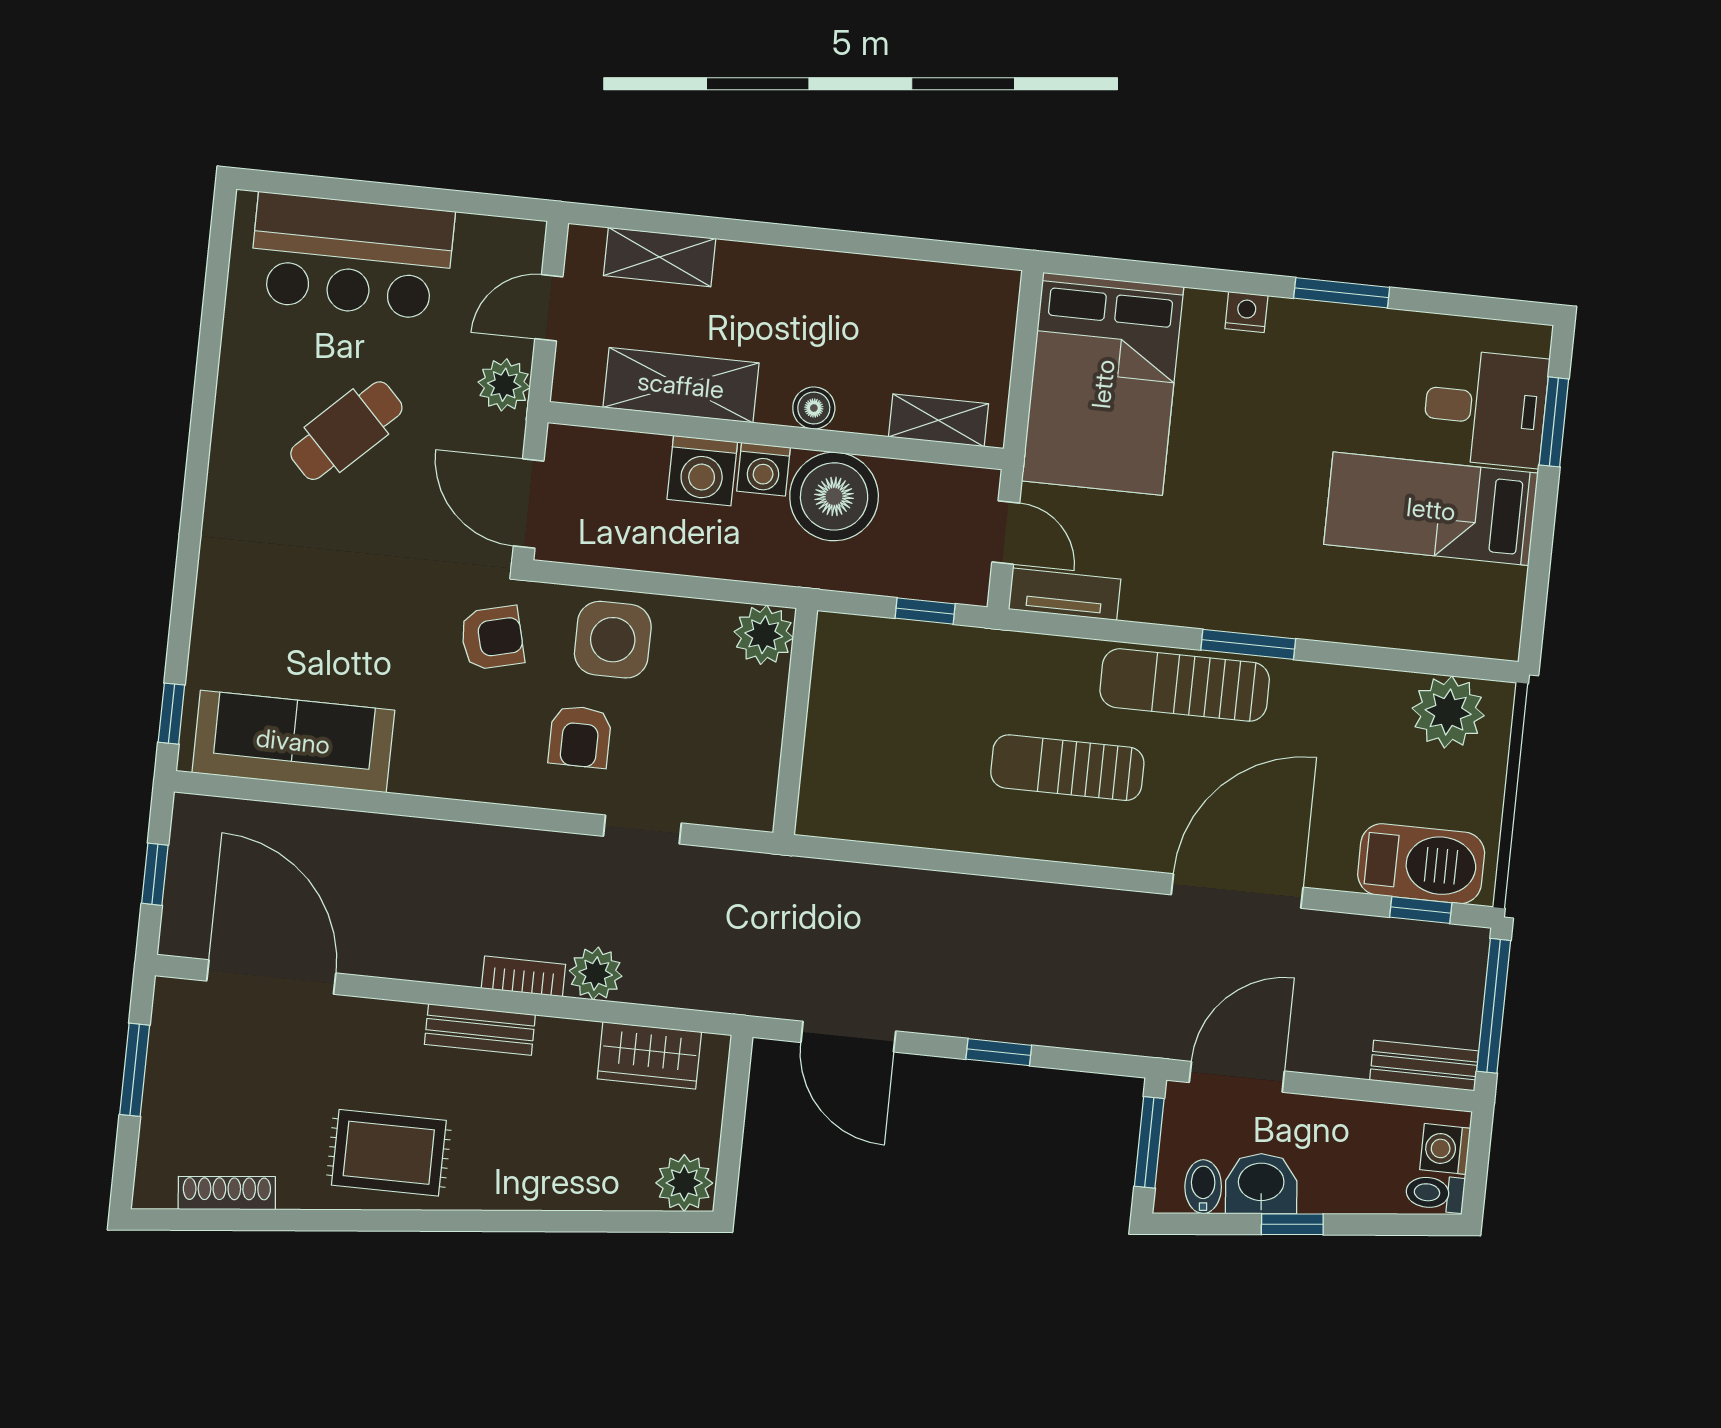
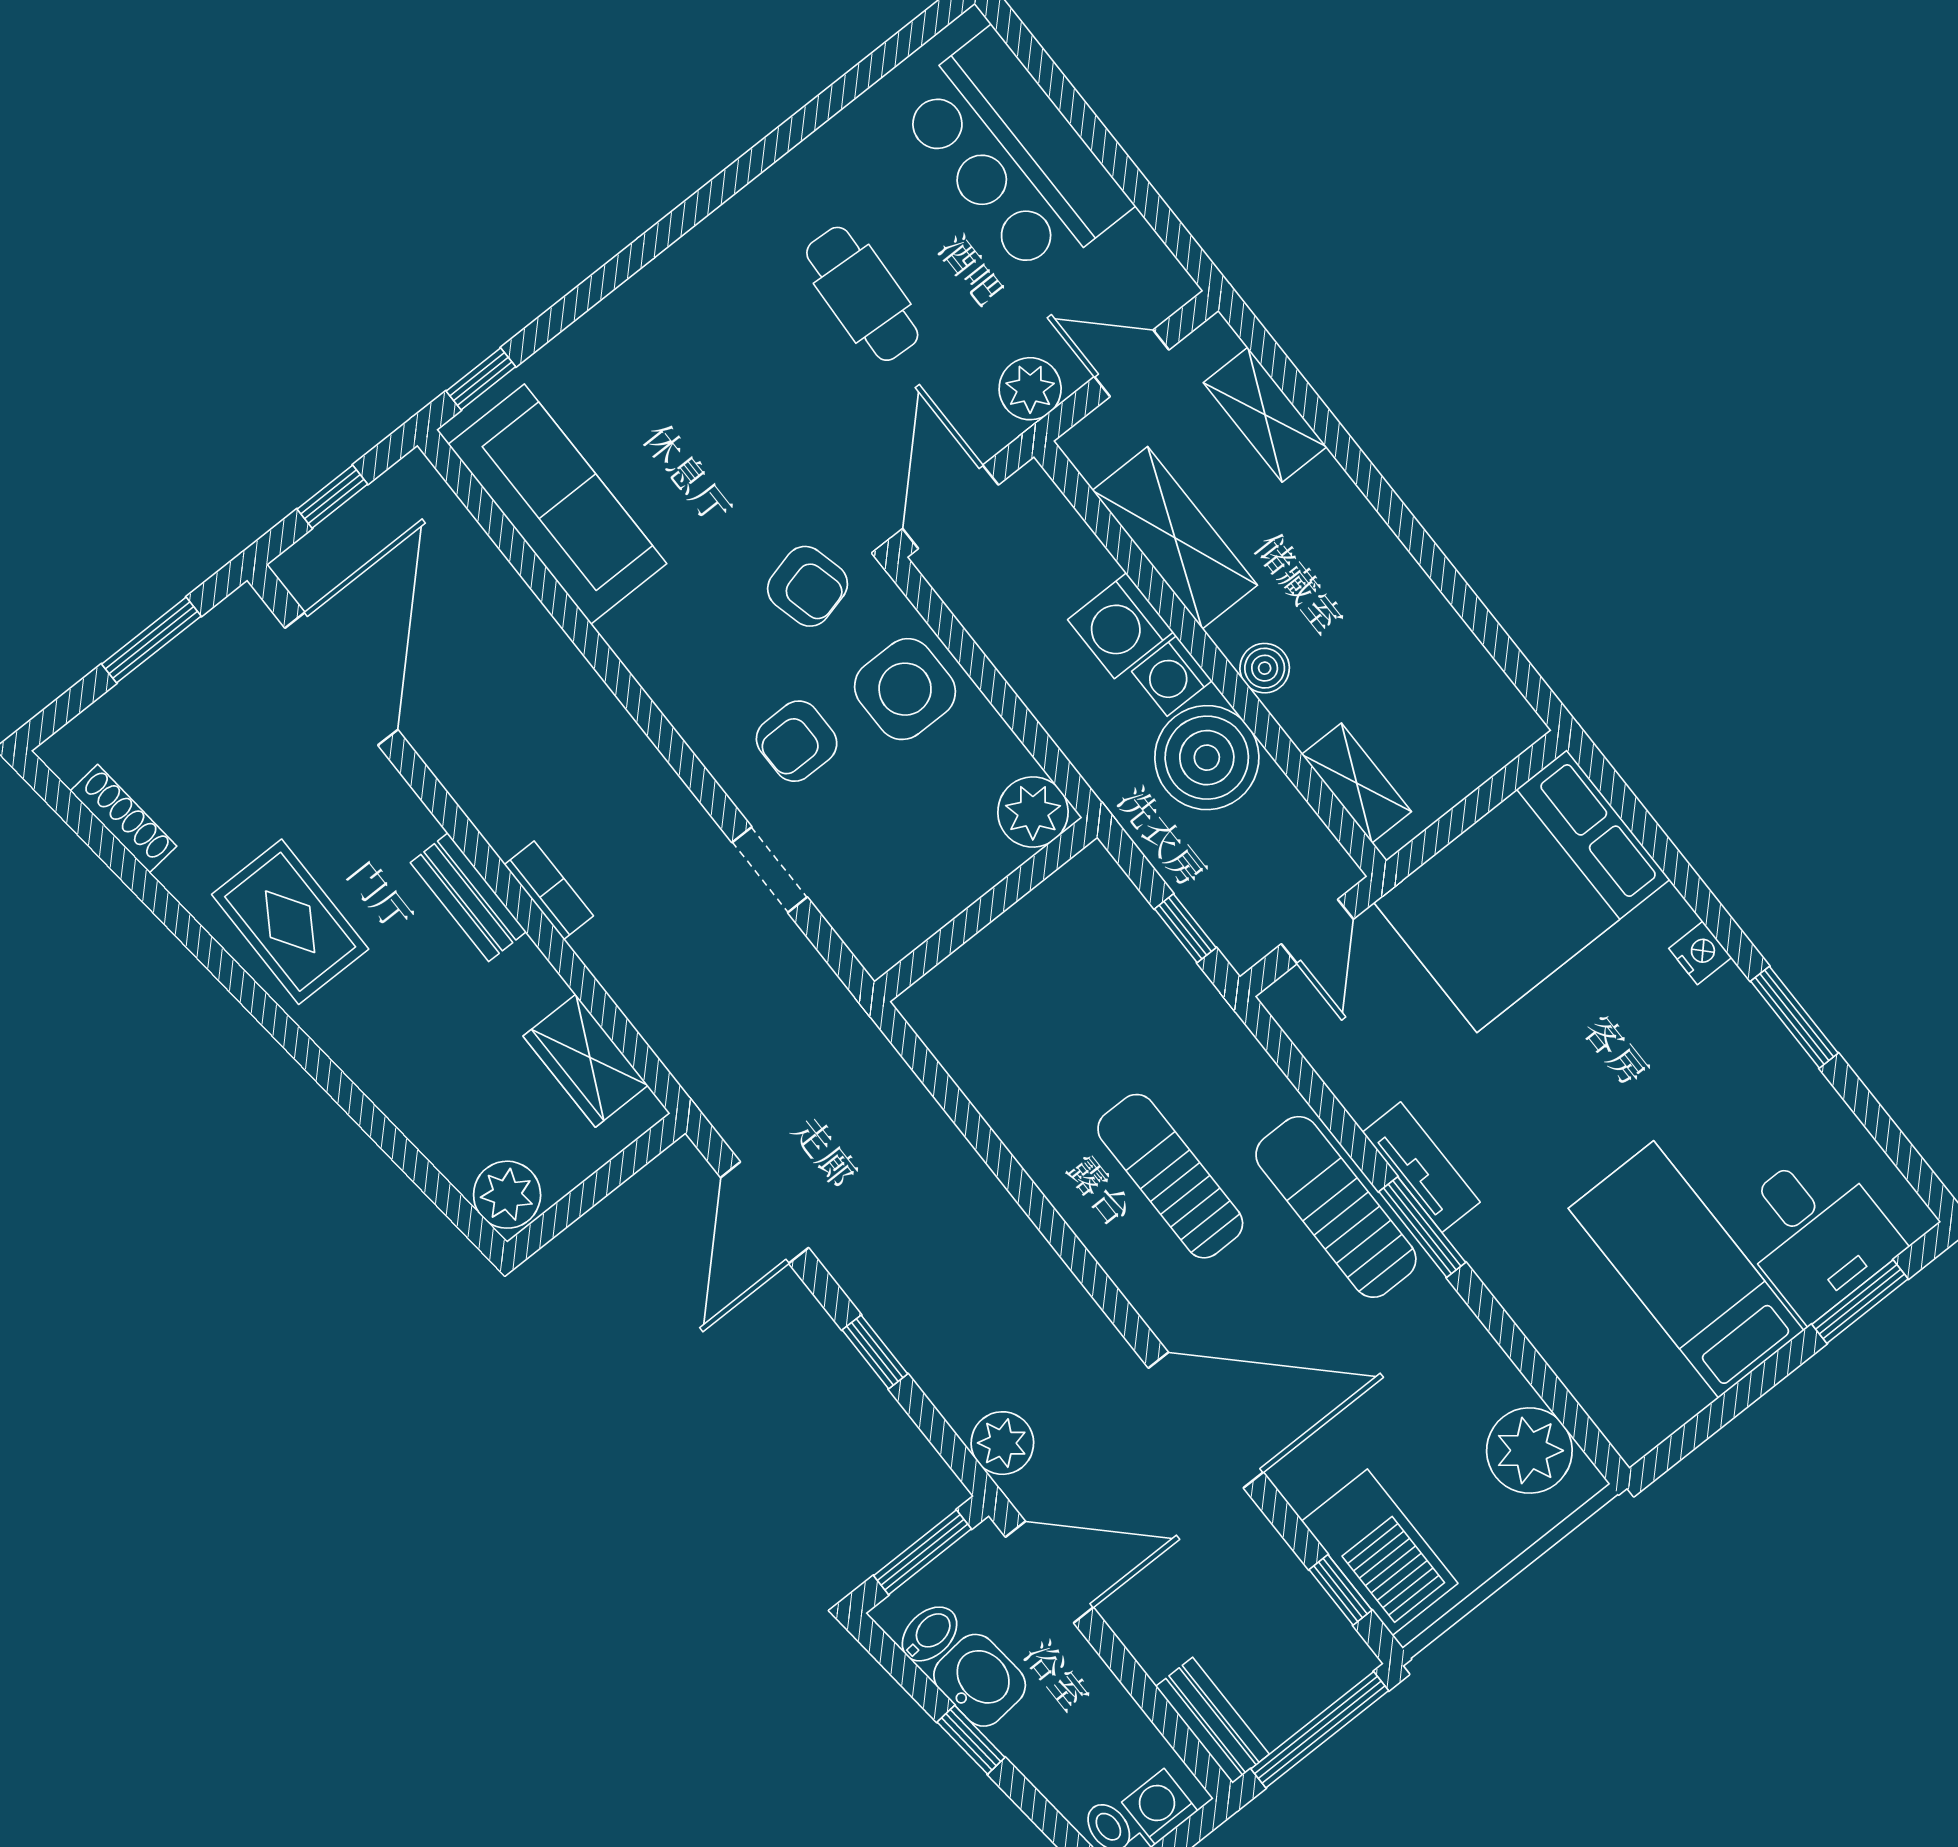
cafe table: (346, 431) -> (862, 294), turned 47
tv unit: (1065, 594) -> (1421, 1167), moved
plant: (596, 973) -> (1002, 1443), moved

